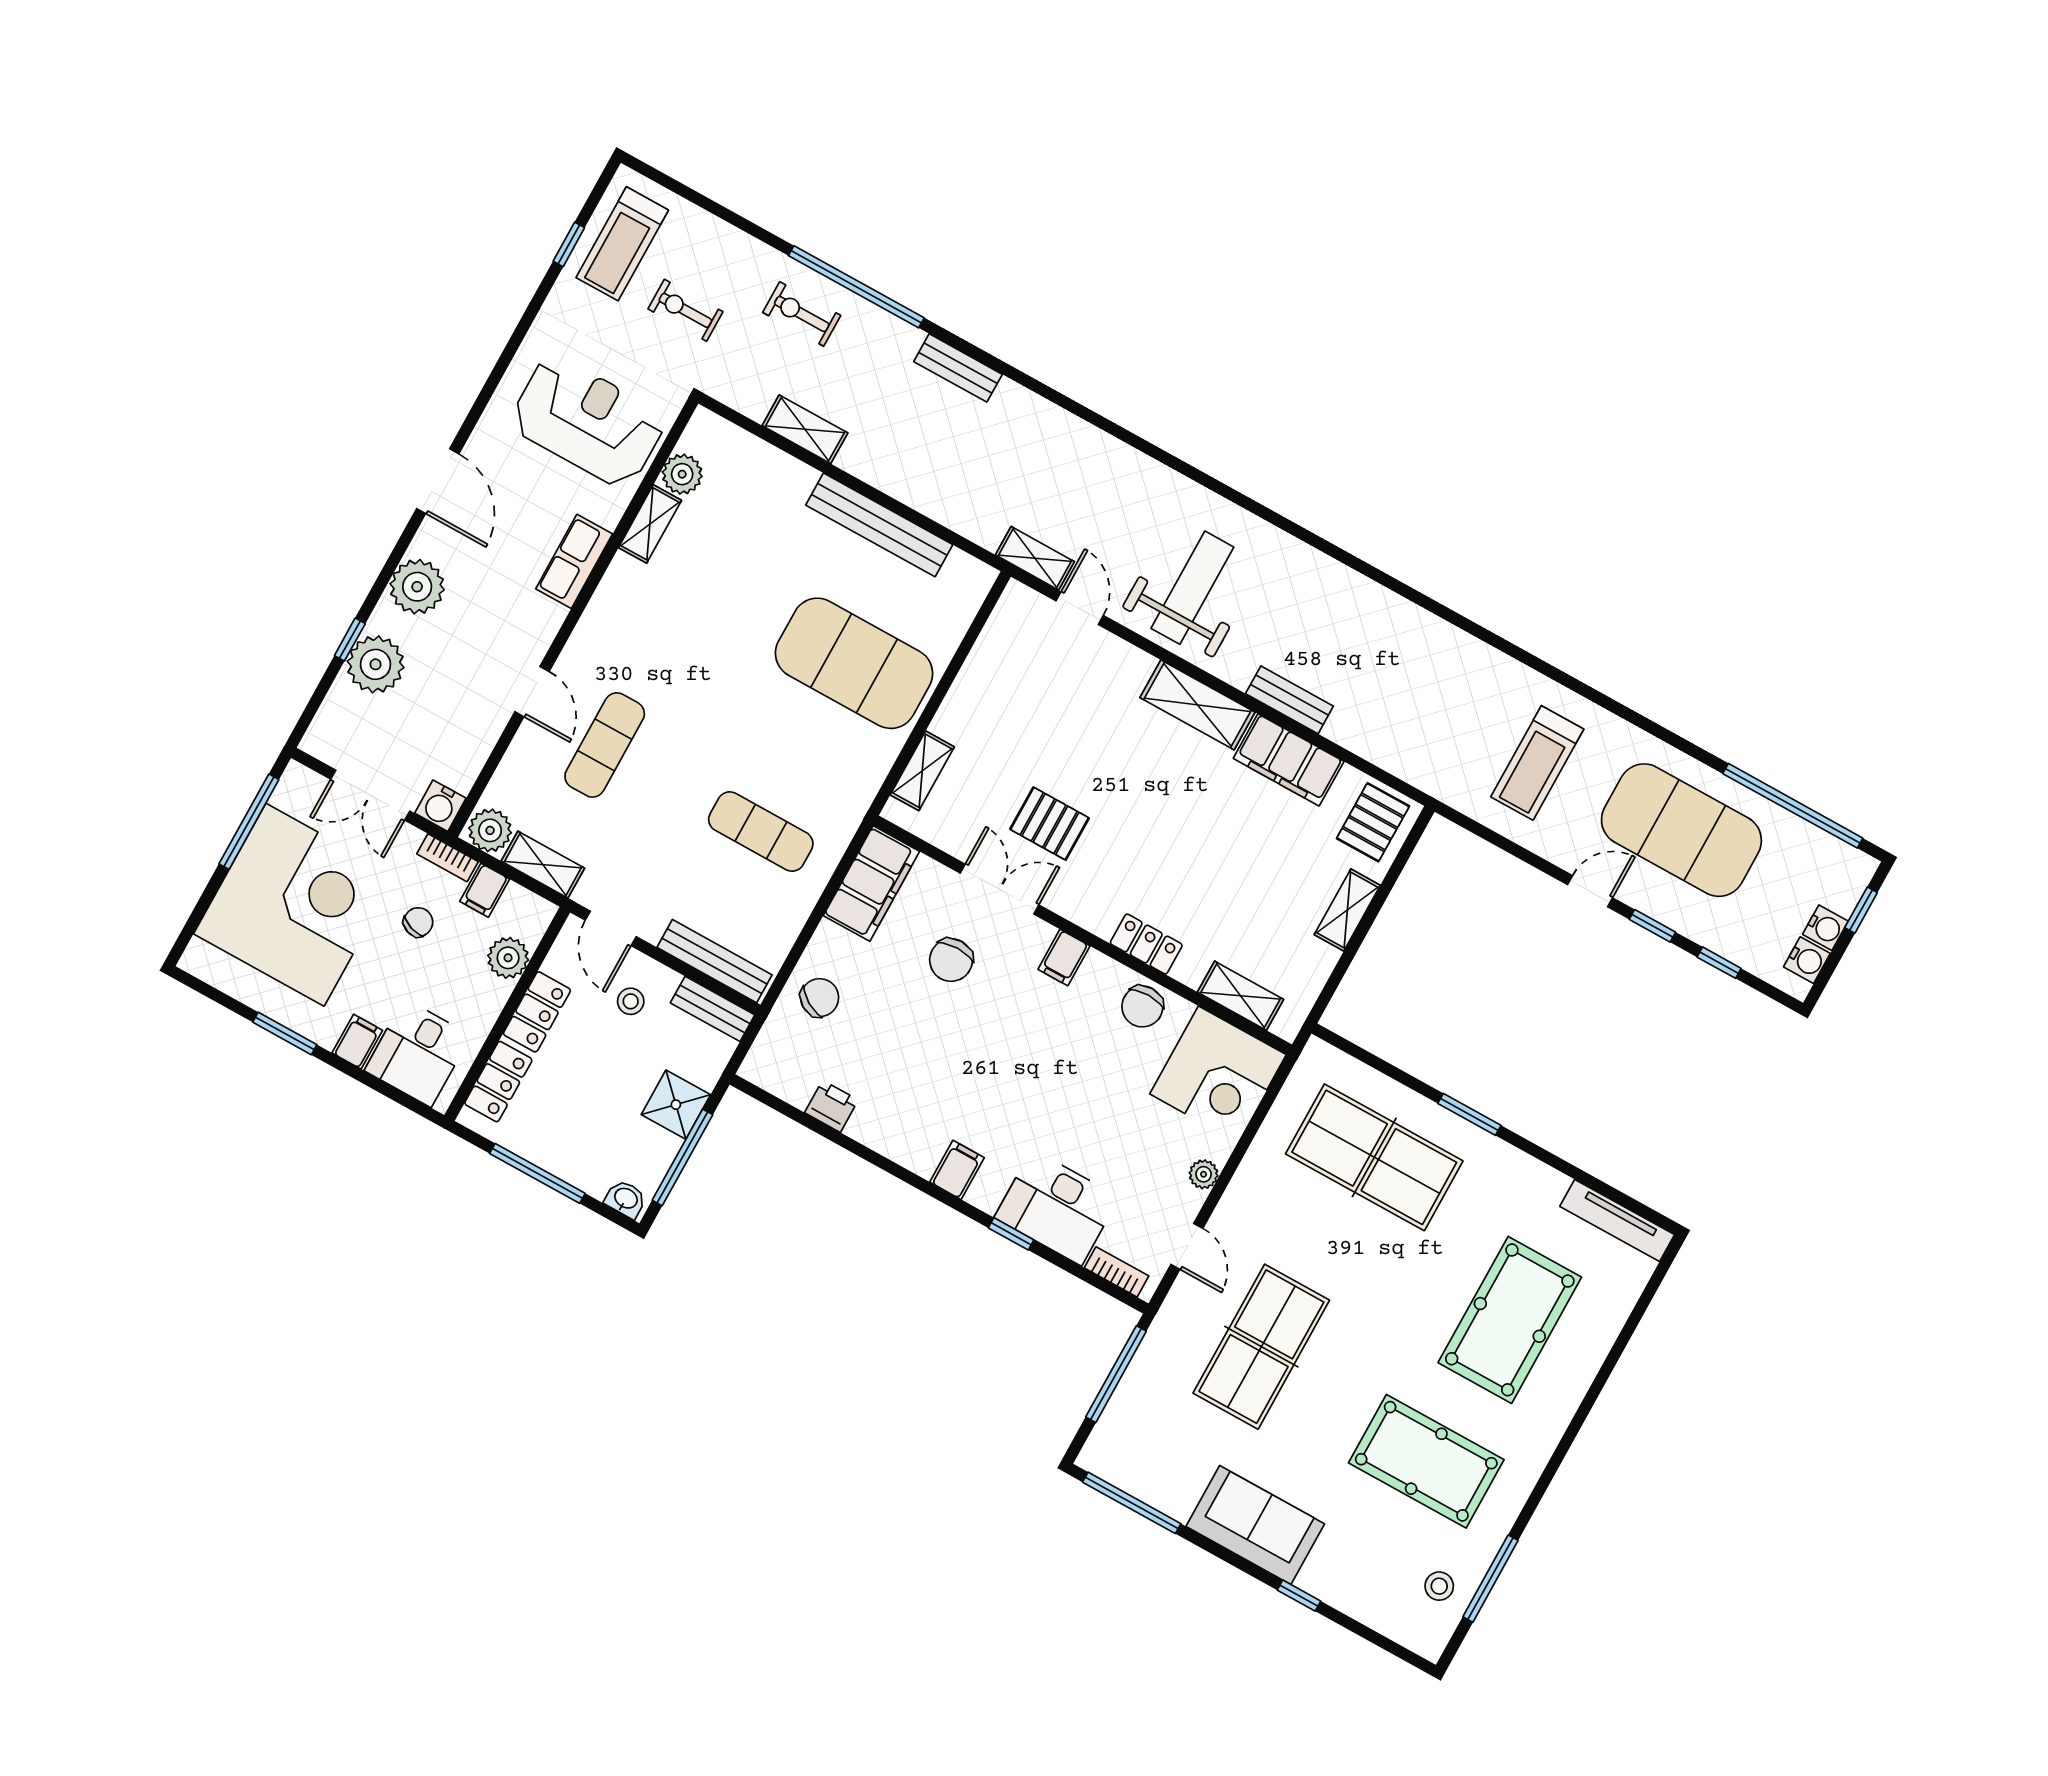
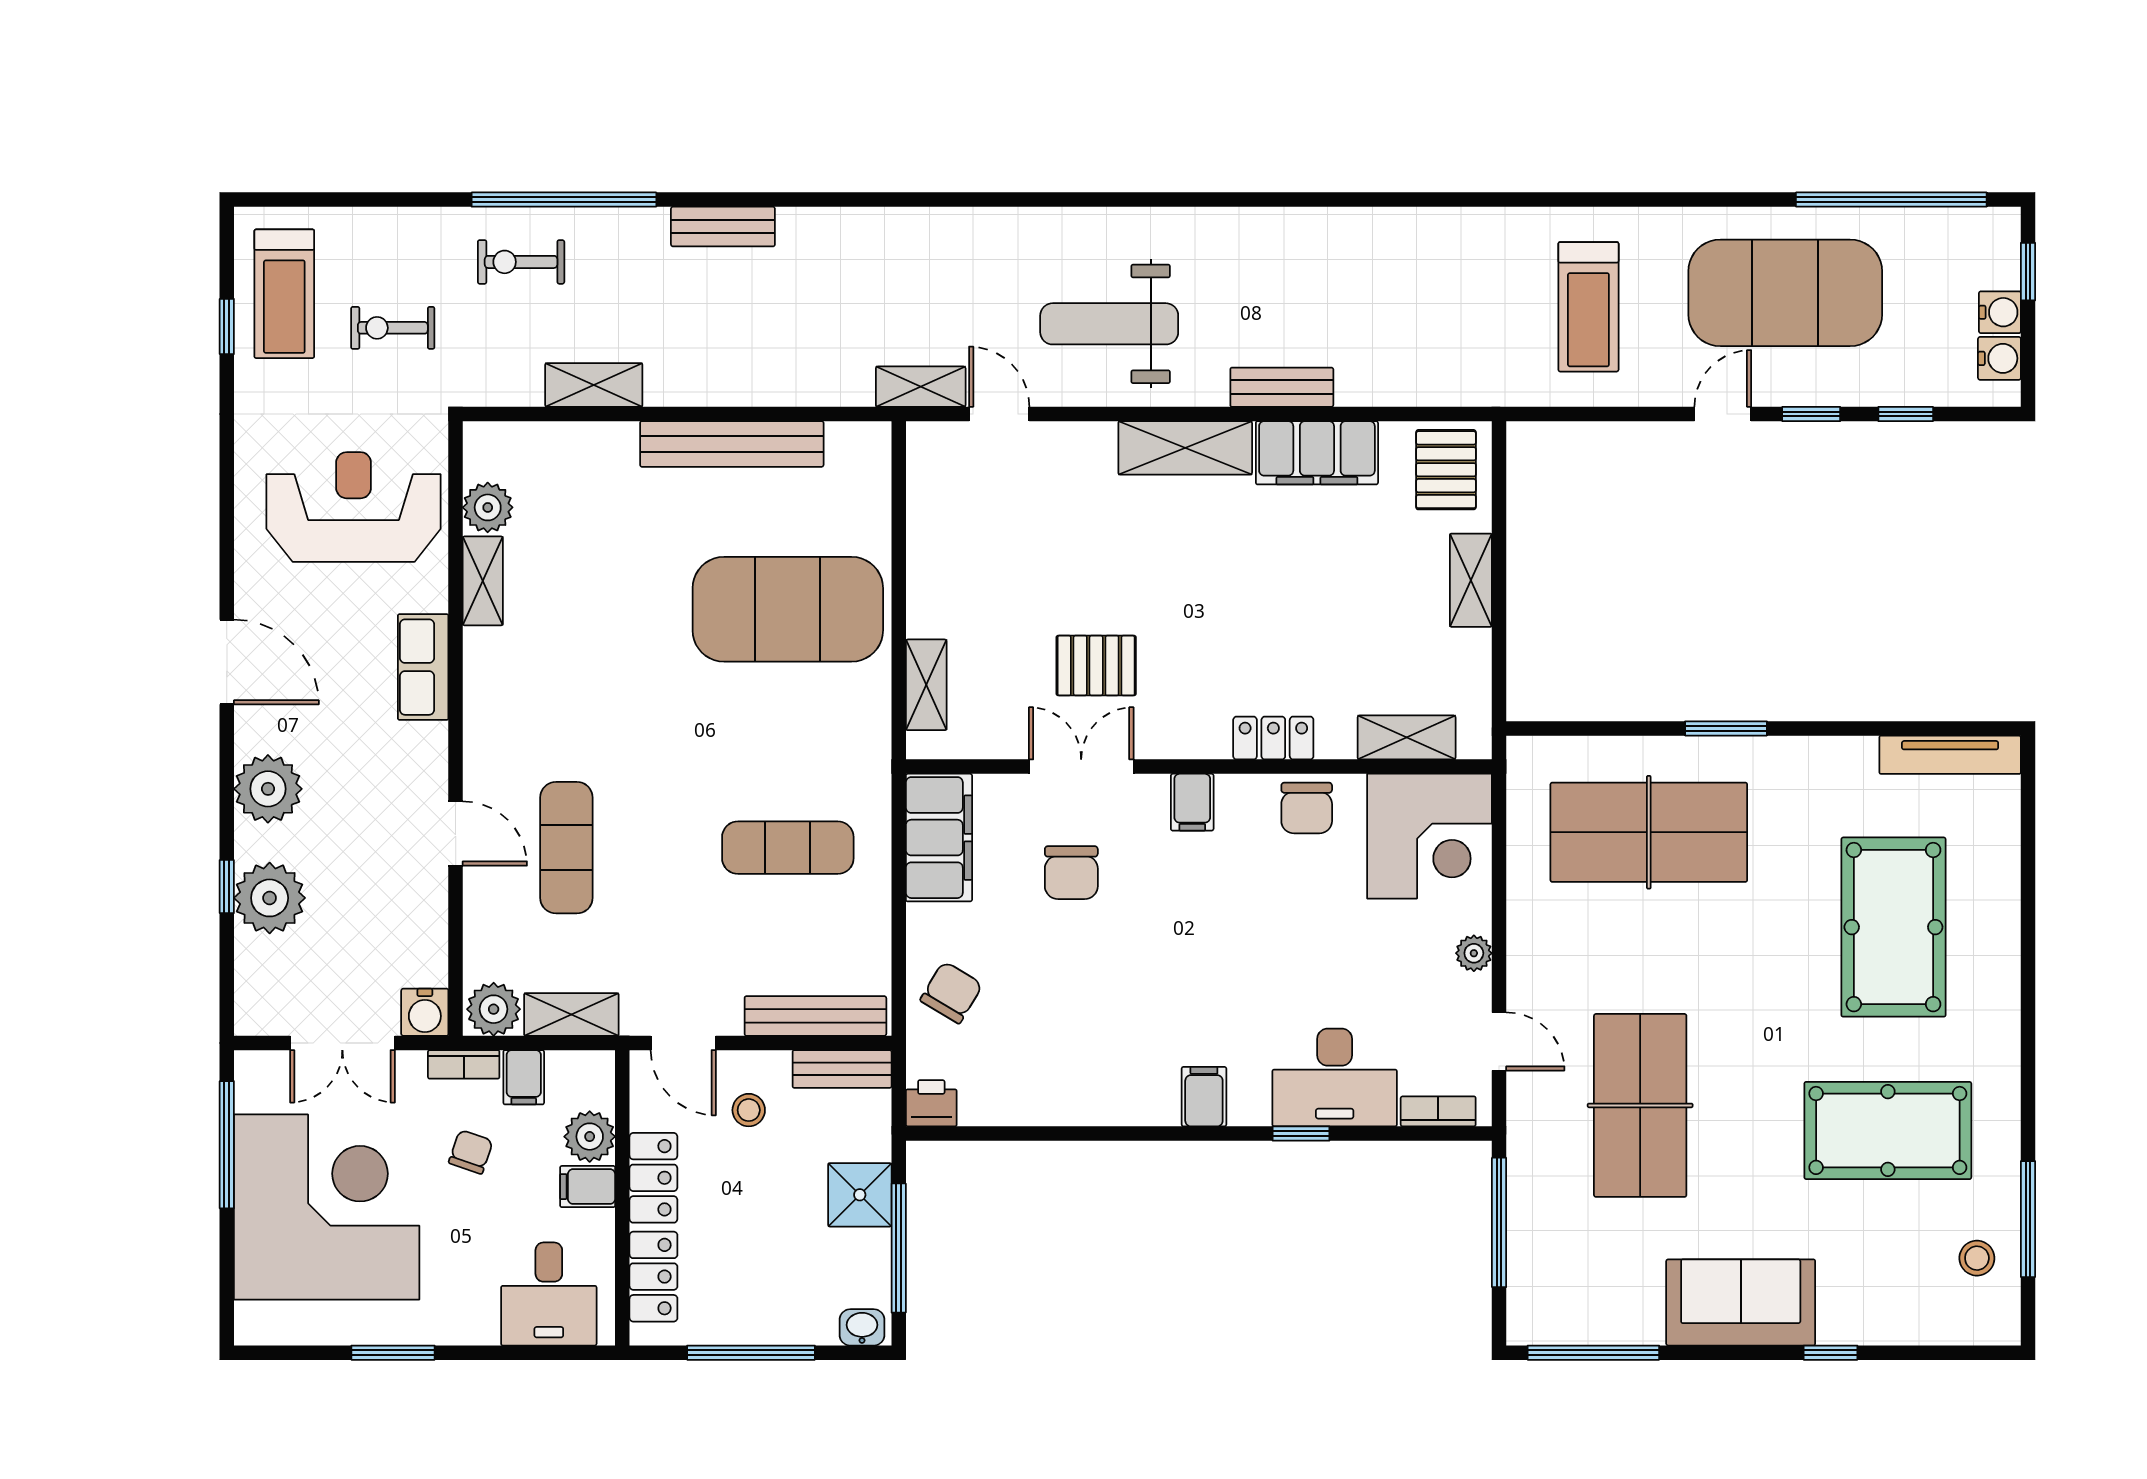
weight bench: (1192, 588) -> (1109, 324), turned -90
filing cabinet: (357, 1042) -> (588, 1187), moved, turned -90
printer: (831, 1106) -> (931, 1103), moved

